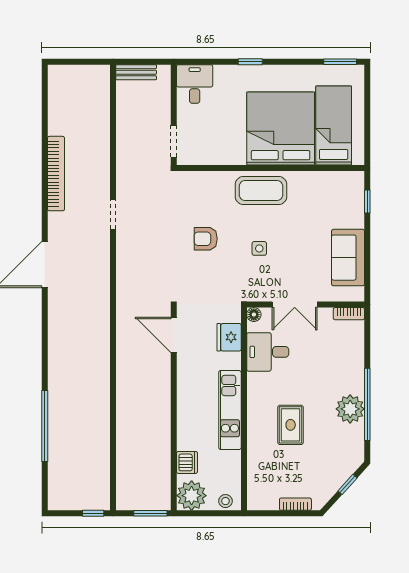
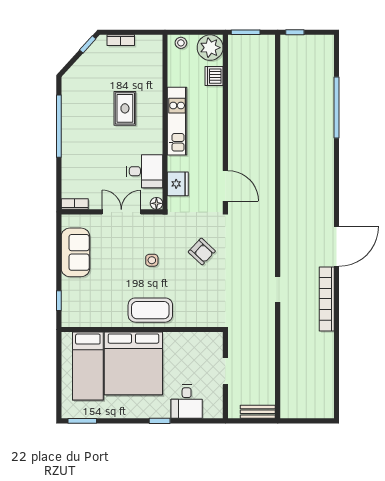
desk: (195, 84) -> (187, 402), moved
doorway: (174, 141) -> (225, 371), moved
bookcase: (56, 174) -> (327, 299), moved
armchair: (206, 239) -> (202, 251), moved, turned 43
plant: (350, 409) -> (74, 122), removed
window: (347, 484) -> (88, 44), moved

